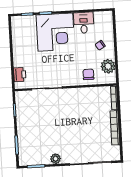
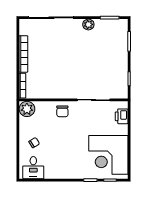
desk: (84, 23) -> (33, 168), moved
corner desk: (55, 32) -> (108, 155), moved, turned -90
plant: (108, 66) -> (27, 109), moved
chair: (88, 74) -> (62, 111), moved

